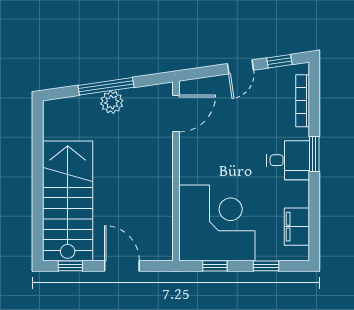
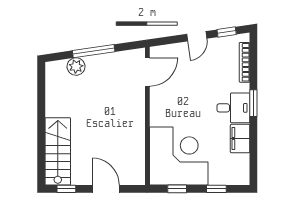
plant: (112, 102) -> (76, 67), moved
stairs: (68, 201) -> (58, 151), width x0.73, depth x0.66
filing cabinet: (297, 227) -> (240, 139), moved

